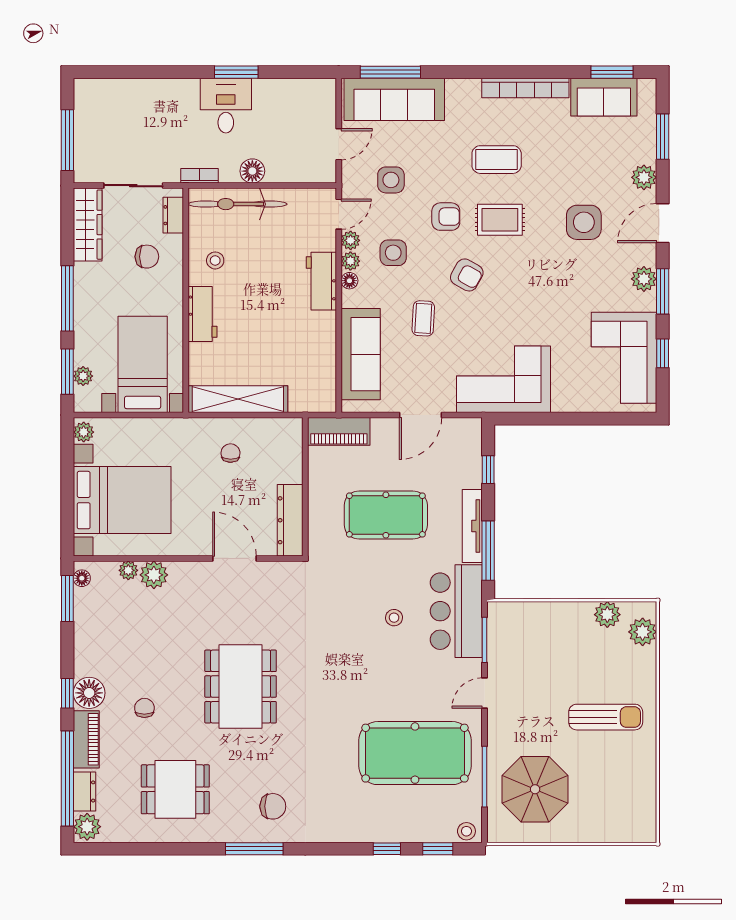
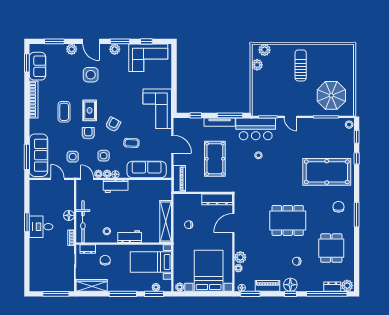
piano: (86, 739) -> (268, 286), moved
pool table: (415, 753) -> (327, 172), moved, turned 90

